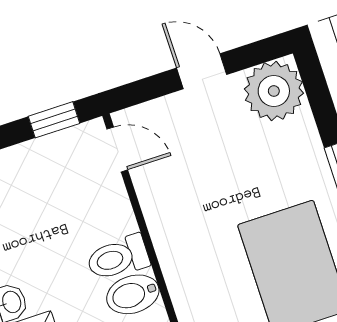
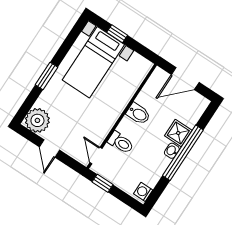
toilet: (118, 258) -> (121, 143), moved

